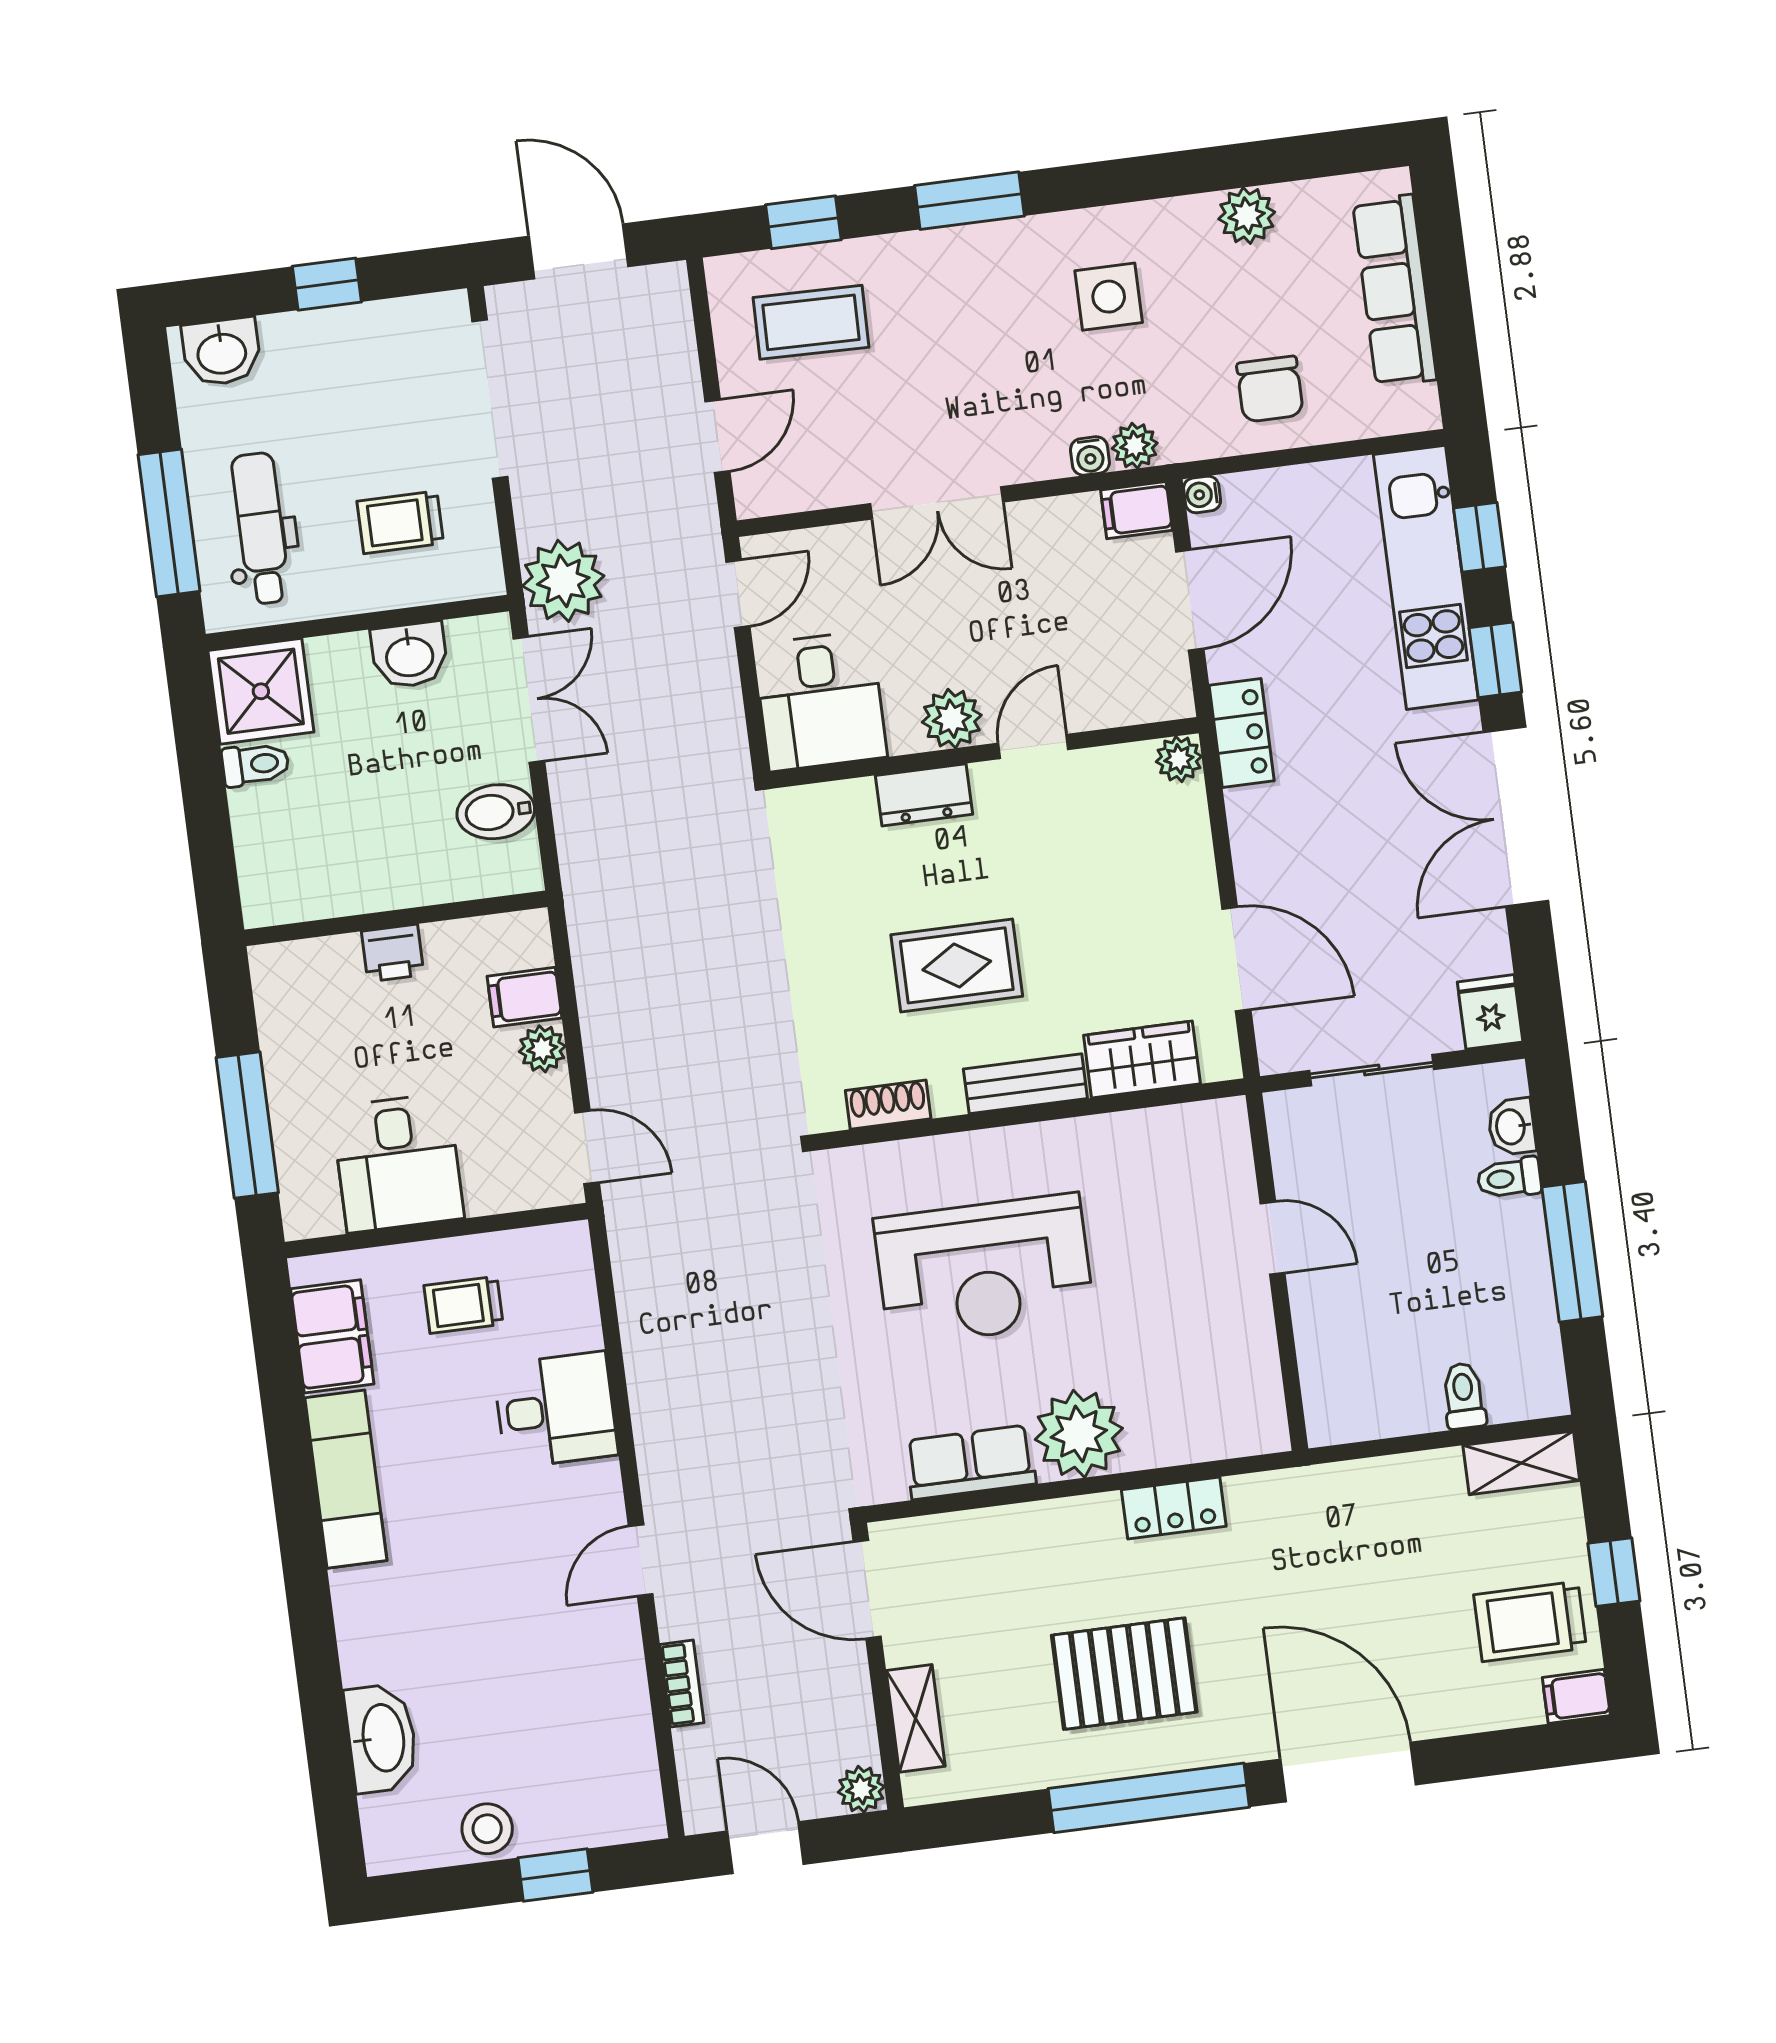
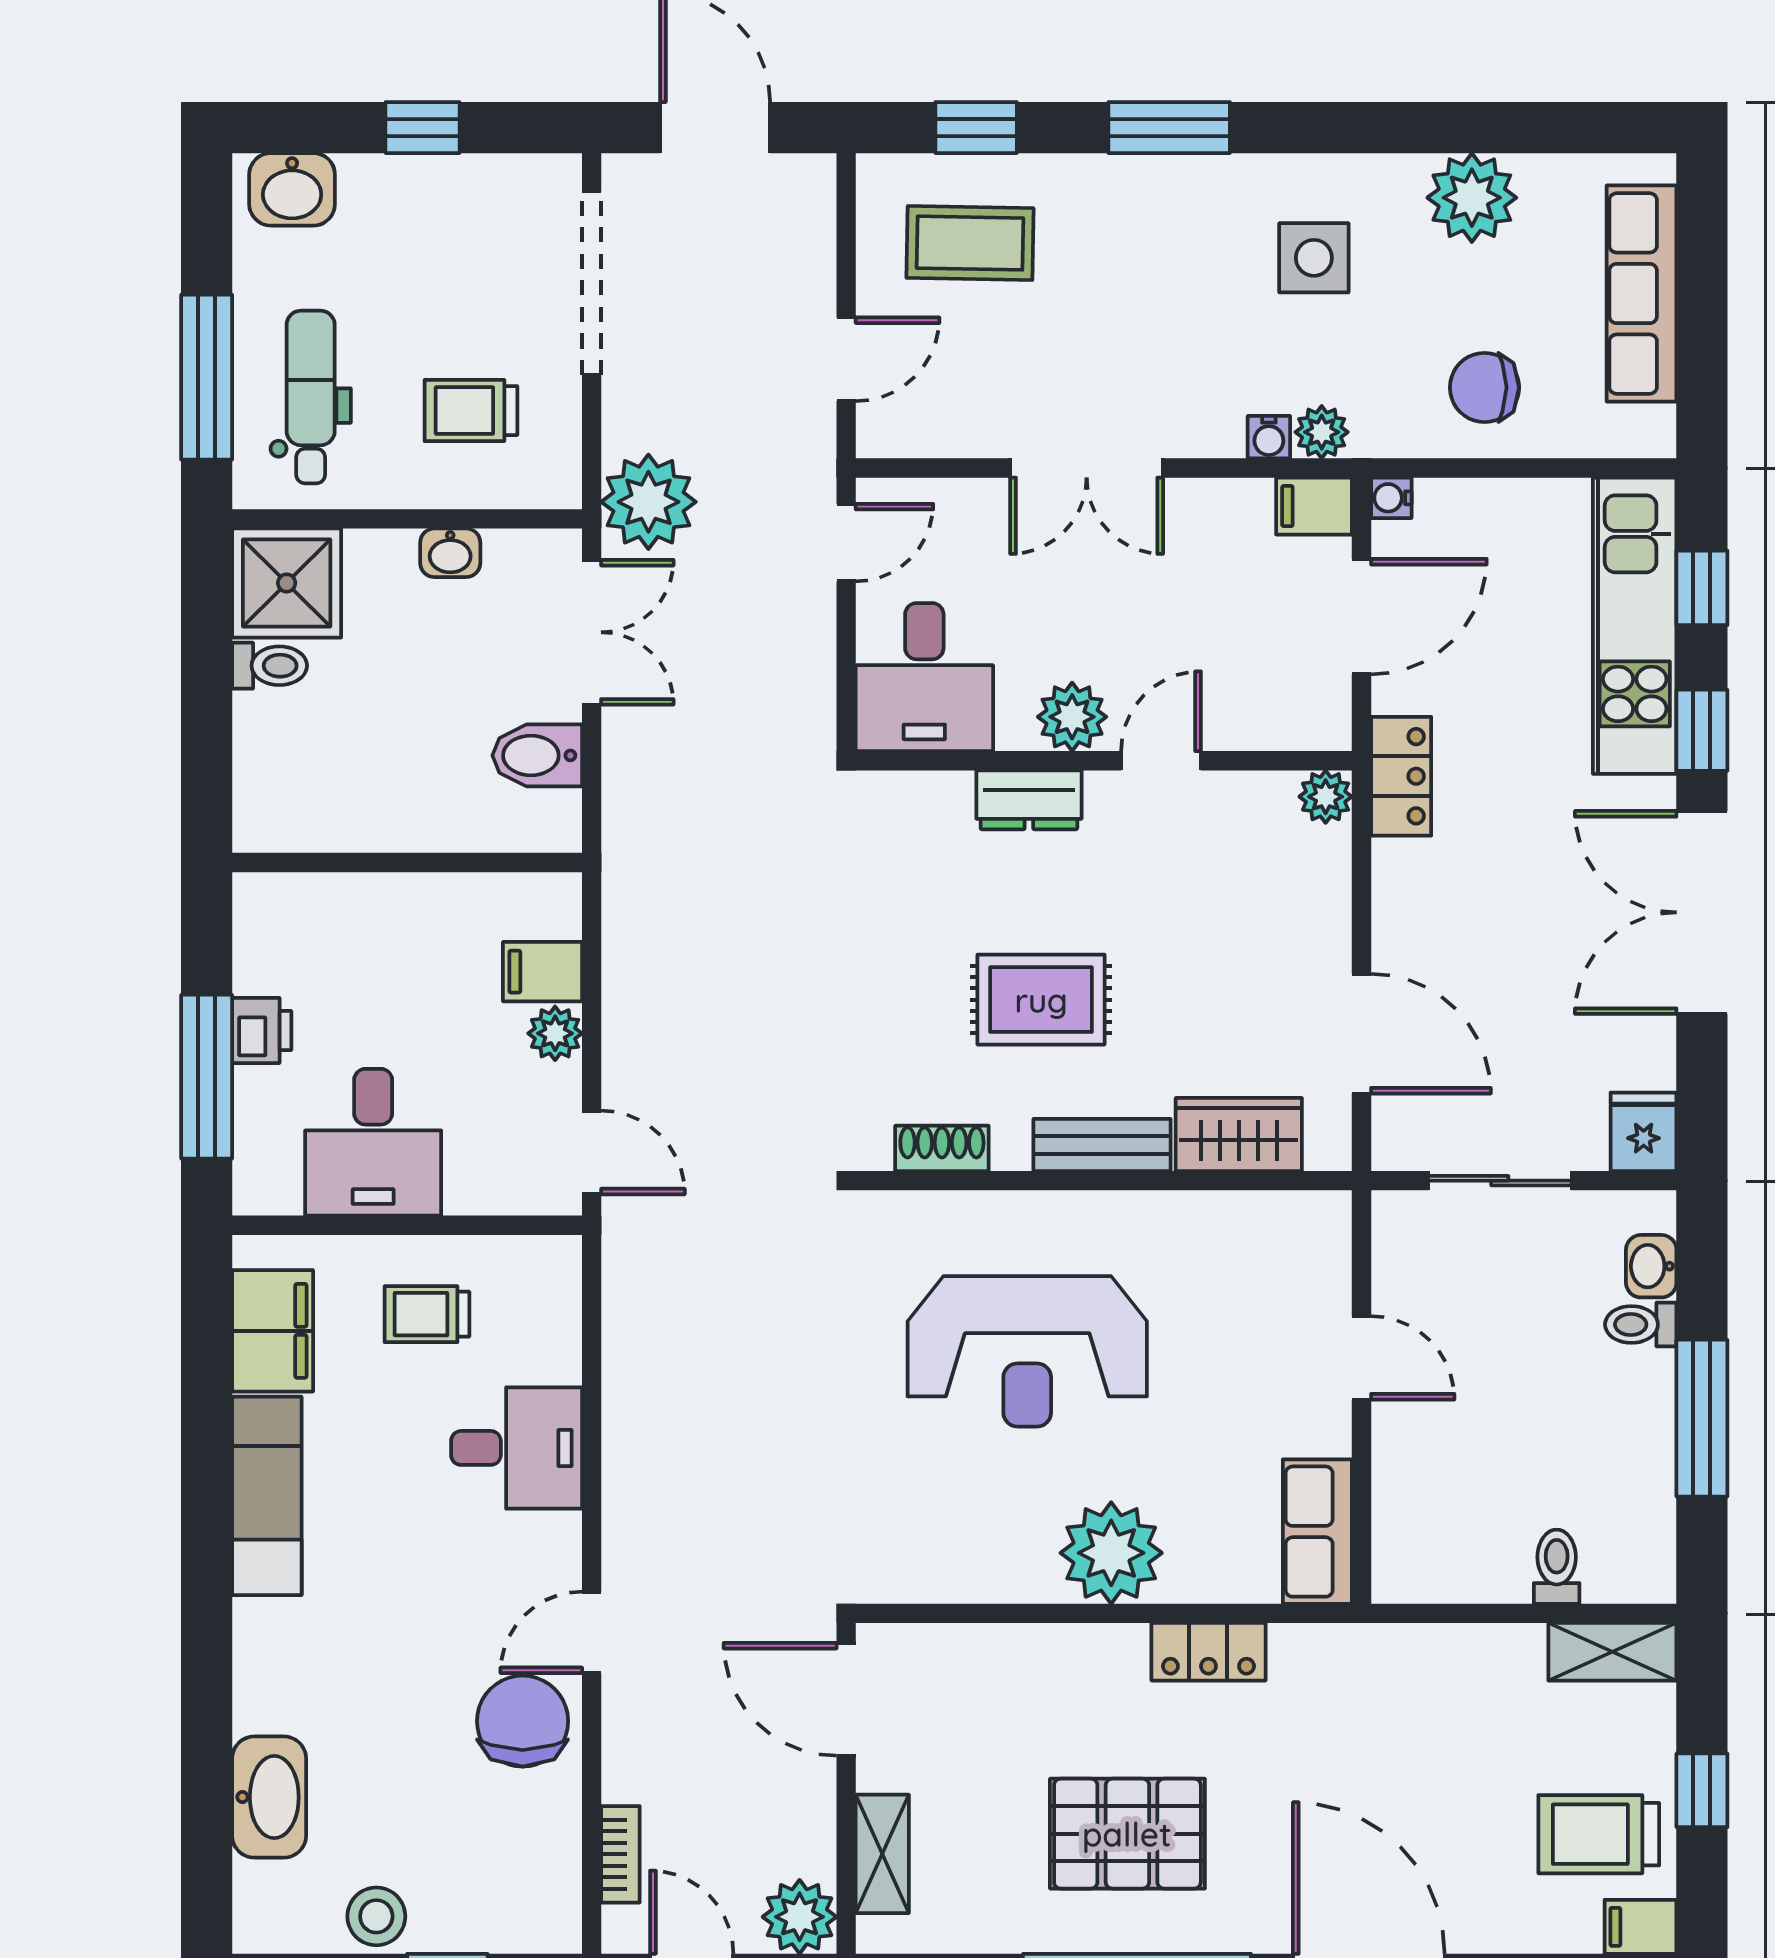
plant: (1247, 216) -> (1472, 198), width x1.36, depth x1.36
chair: (1270, 389) -> (1484, 387), turned 90
washbasin: (409, 655) -> (450, 553), width x0.72, depth x0.69
printer: (393, 953) -> (262, 1030), moved, turned -90
row of seats: (970, 1462) -> (1317, 1532), moved, turned -90
chair: (591, 1644) -> (523, 1721), added
bookcase: (682, 1684) -> (620, 1854), moved
plant: (861, 1789) -> (800, 1917), width x1.38, depth x1.38

